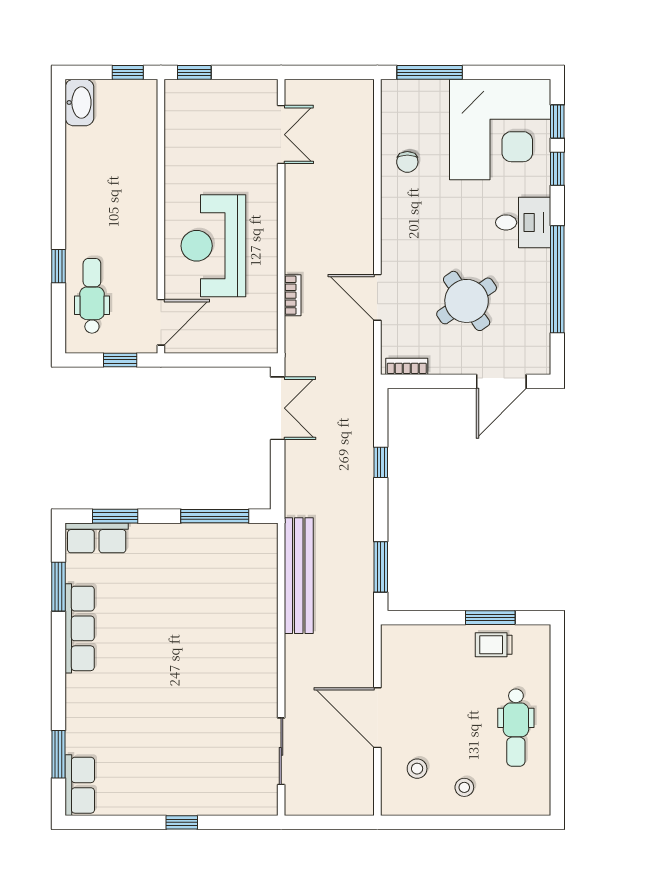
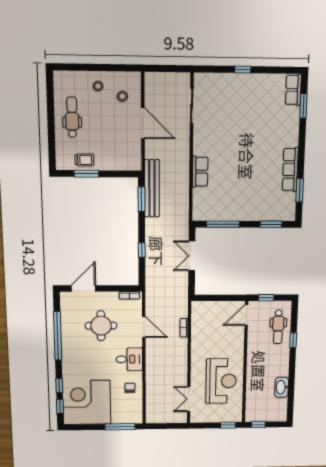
washbasin: (79, 102) -> (282, 387), moved
desk: (523, 222) -> (129, 359), moved, turned 180
reception desk: (213, 246) -> (221, 381), moved
round table: (467, 301) -> (101, 326), turned 34
double door: (278, 408) -> (192, 256), moved
row of seats: (97, 538) -> (200, 172), moved, turned 90
bench: (299, 576) -> (152, 188), moved

